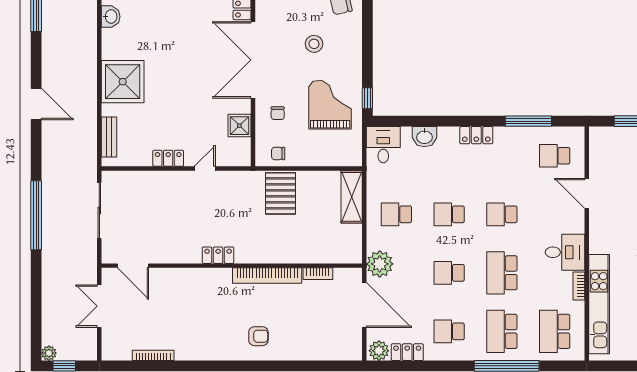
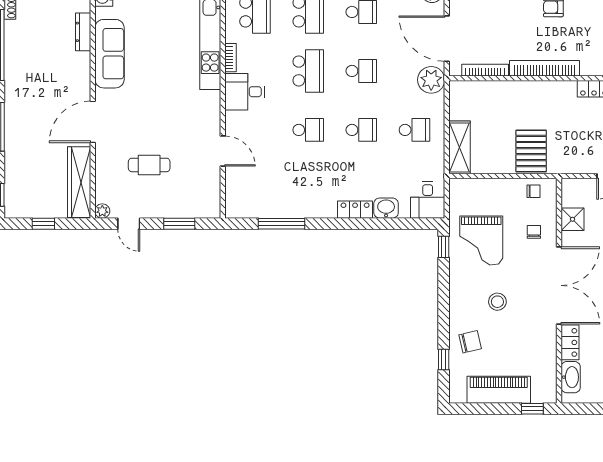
locker: (476, 135) -> (355, 210), moved
school desk: (555, 156) -> (255, 189), removed
bookcase: (318, 274) -> (485, 70), width x1.56

